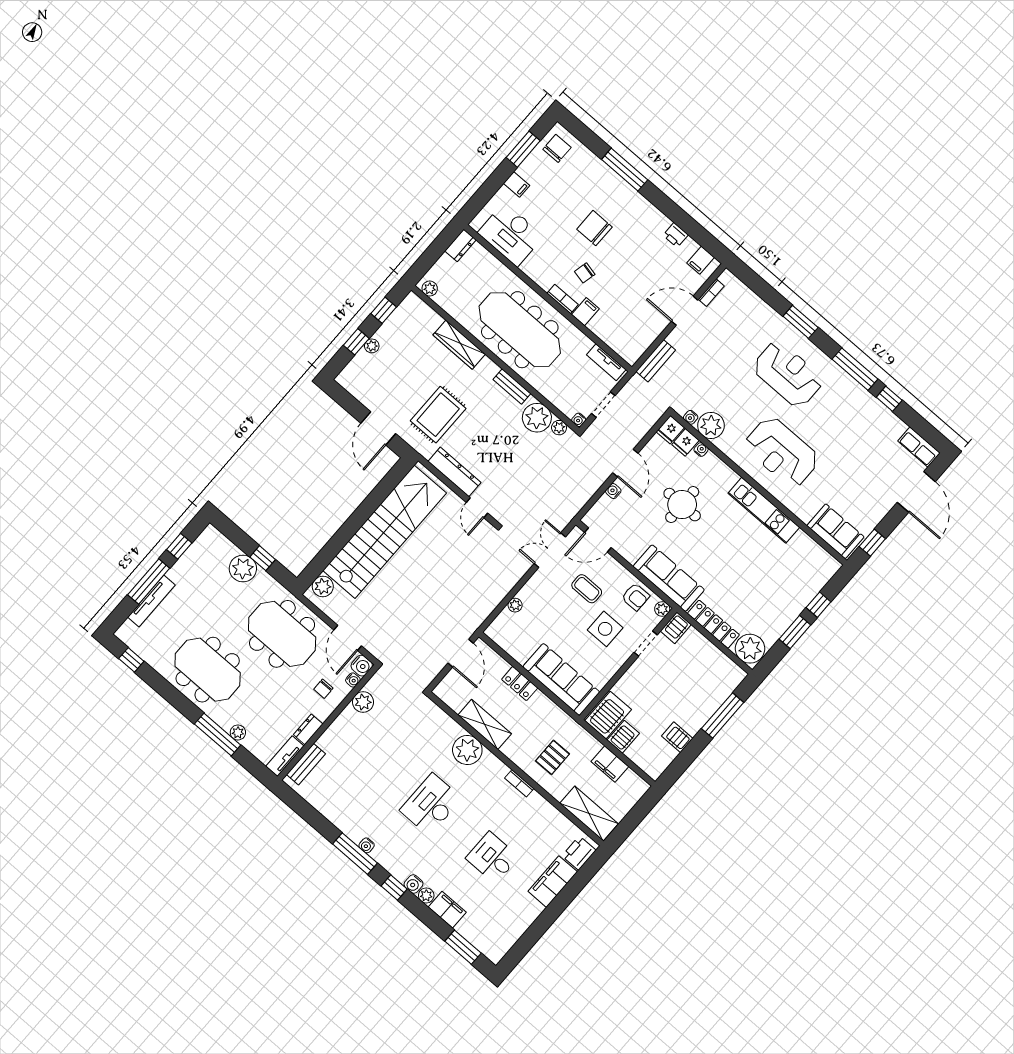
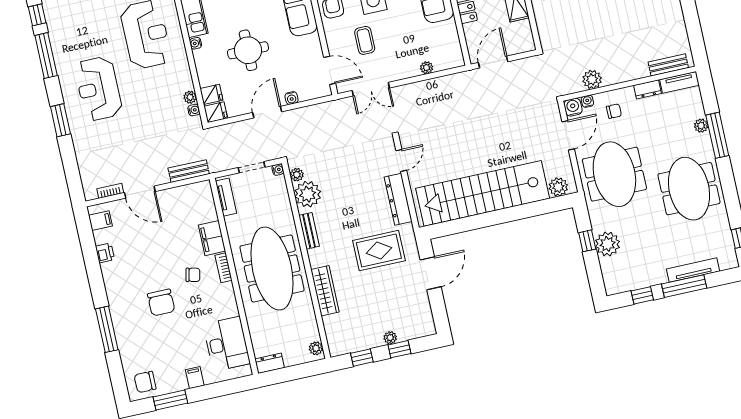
filing cabinet: (585, 312) -> (212, 238), width x2.00
plant: (711, 425) -> (190, 97), width x0.53, depth x0.53
water cooler: (701, 450) -> (196, 43), moved

